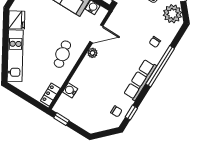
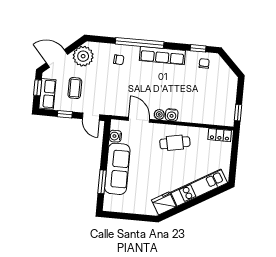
water cooler: (70, 90) -> (172, 115), moved

